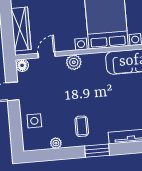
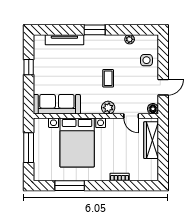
door: (47, 55) -> (131, 116), hinge flipped
coffee table: (82, 126) -> (108, 78), moved

